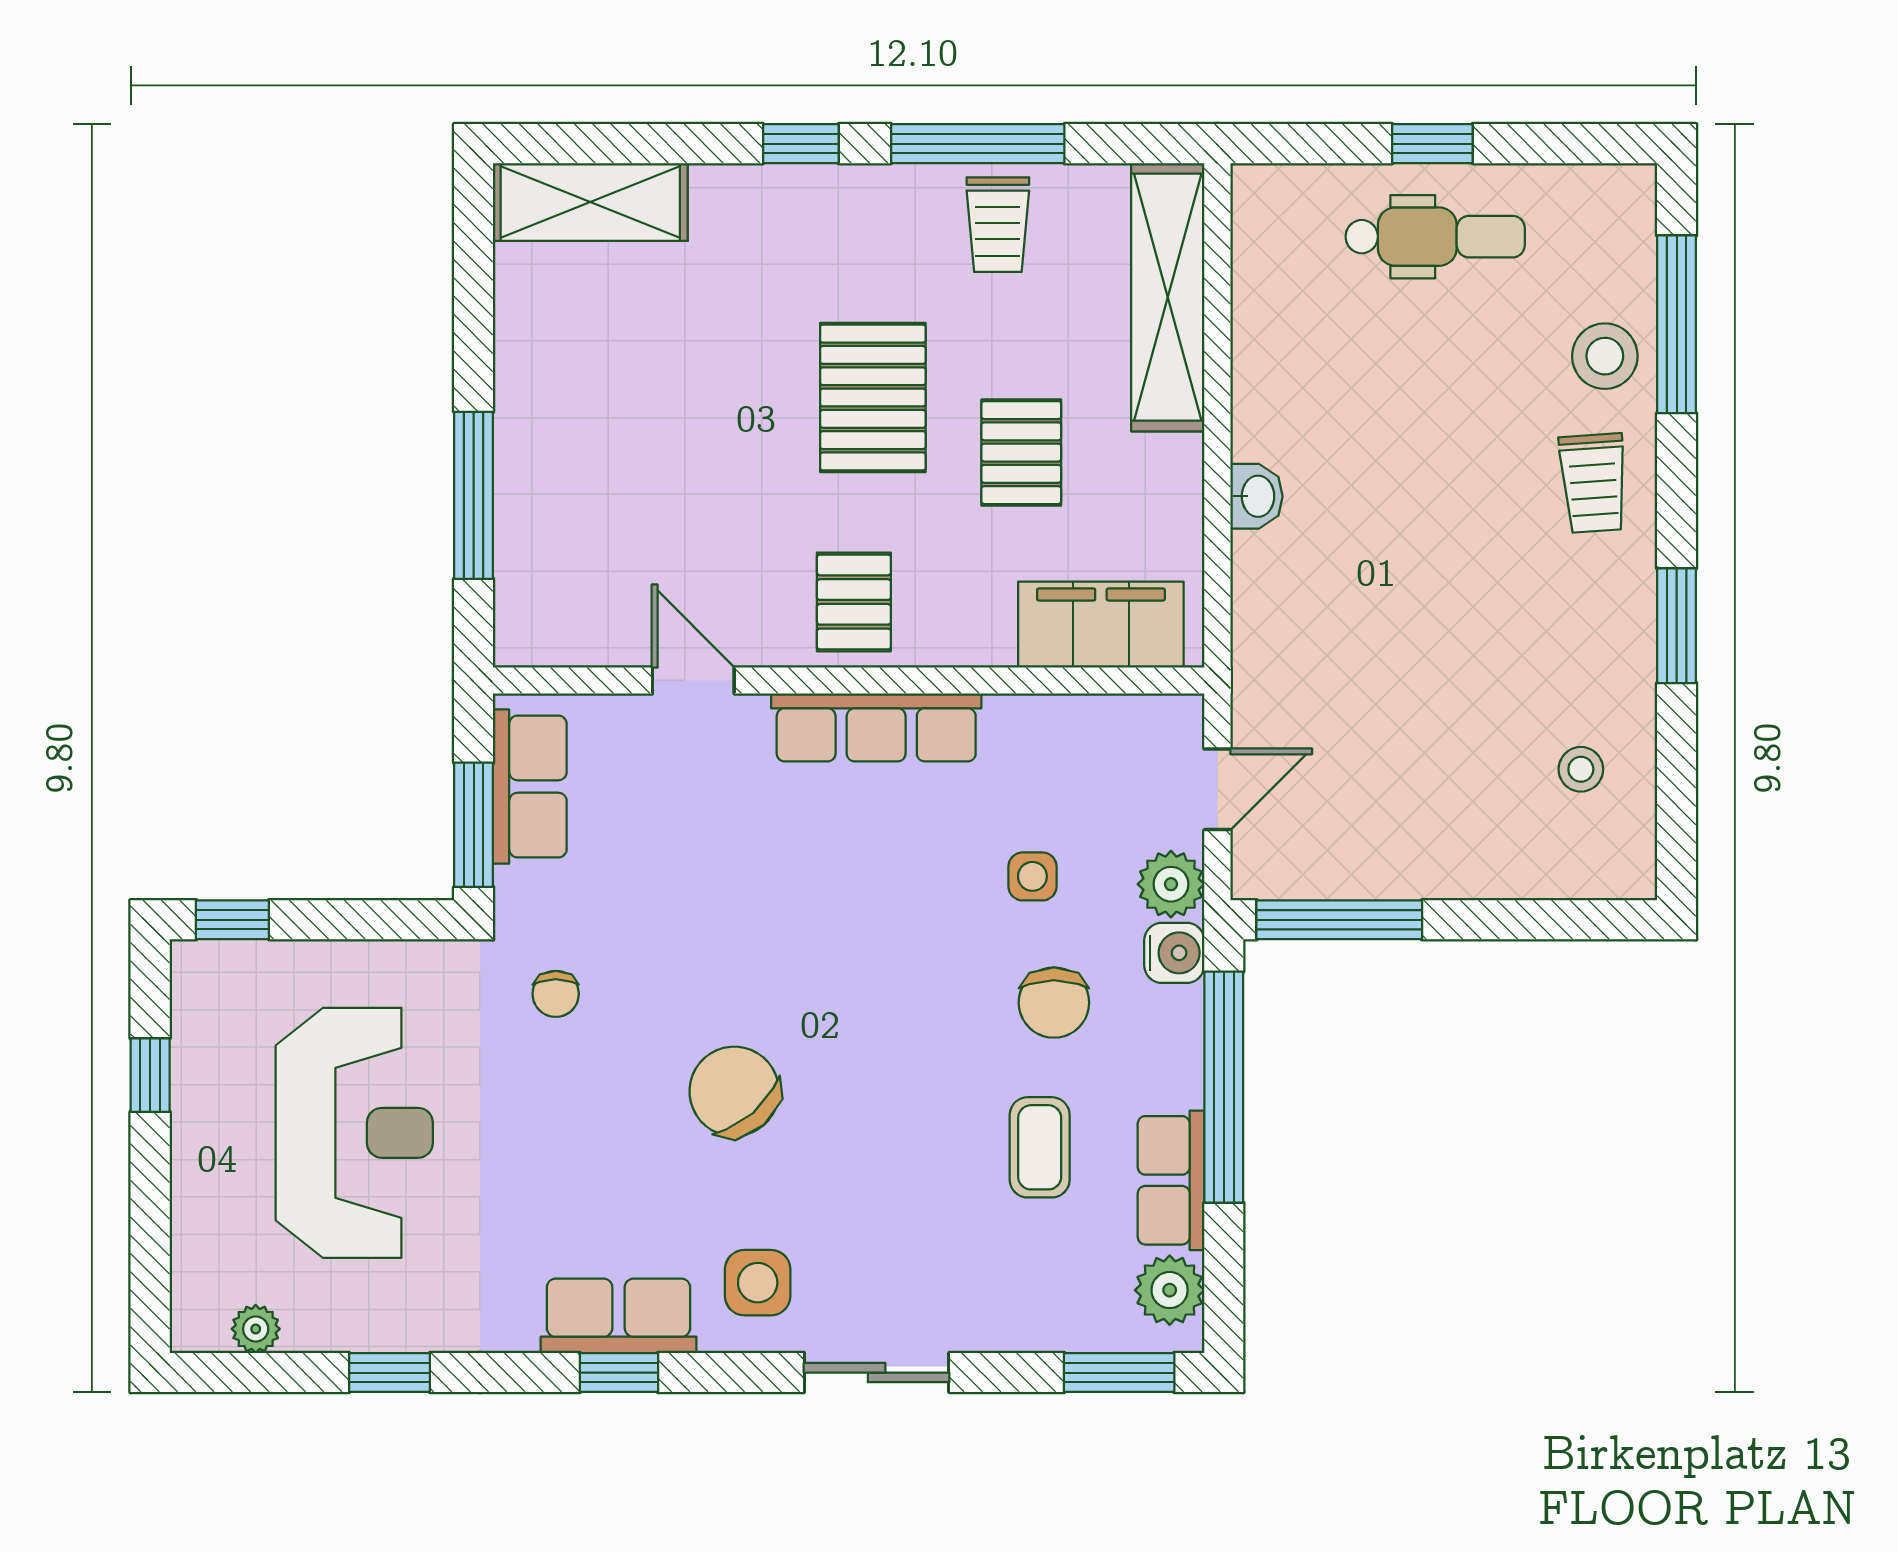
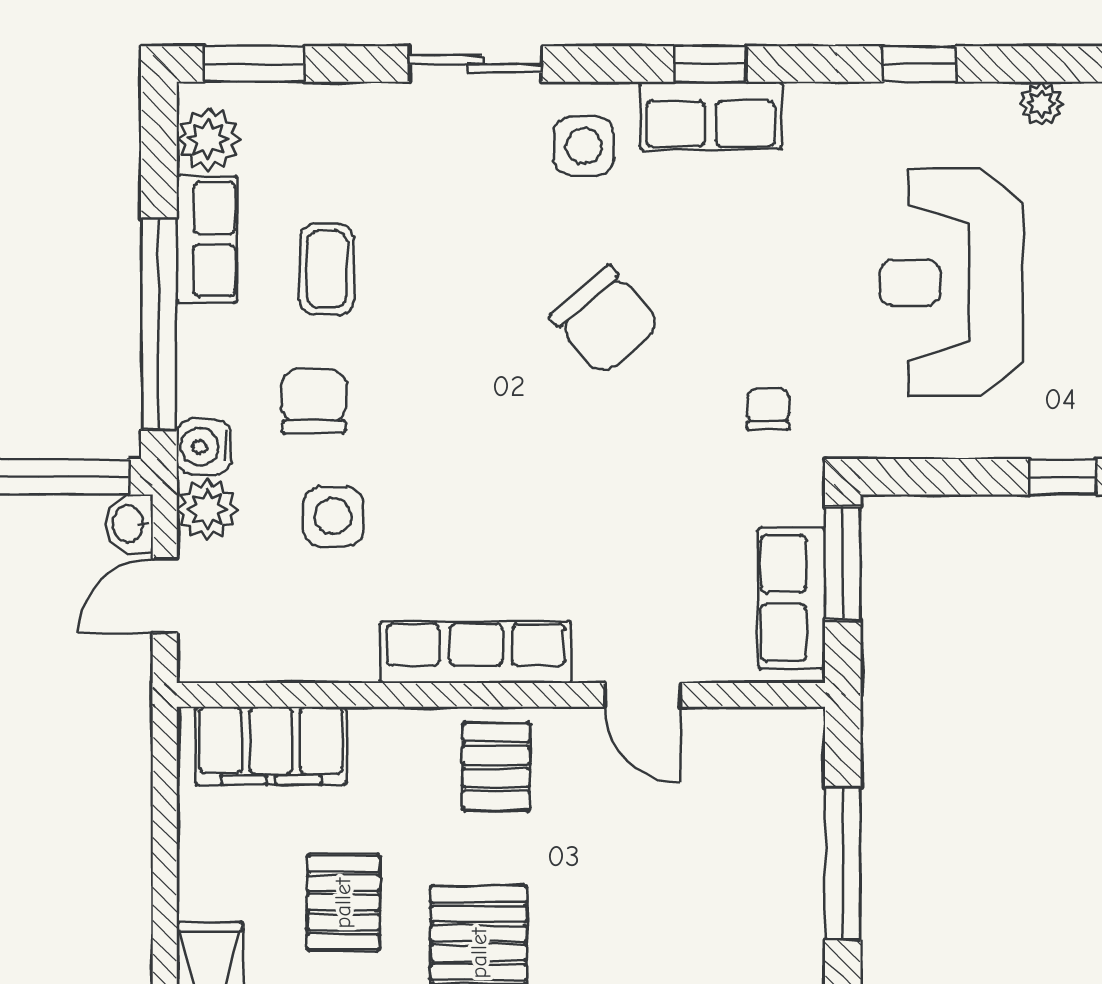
washbasin: (1256, 496) -> (129, 524), moved
side table: (1032, 876) -> (333, 516), width x1.37, depth x1.37

